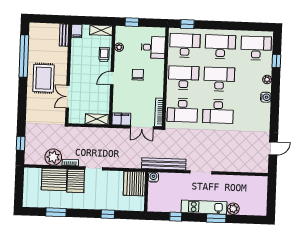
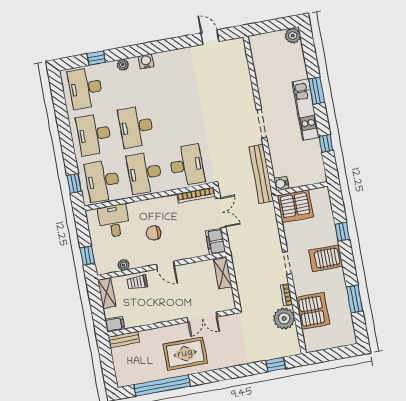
desk: (218, 111) -> (178, 119), removed
server rack: (76, 181) -> (326, 258), moved, turned 180
plant: (233, 209) -> (293, 35), moved

